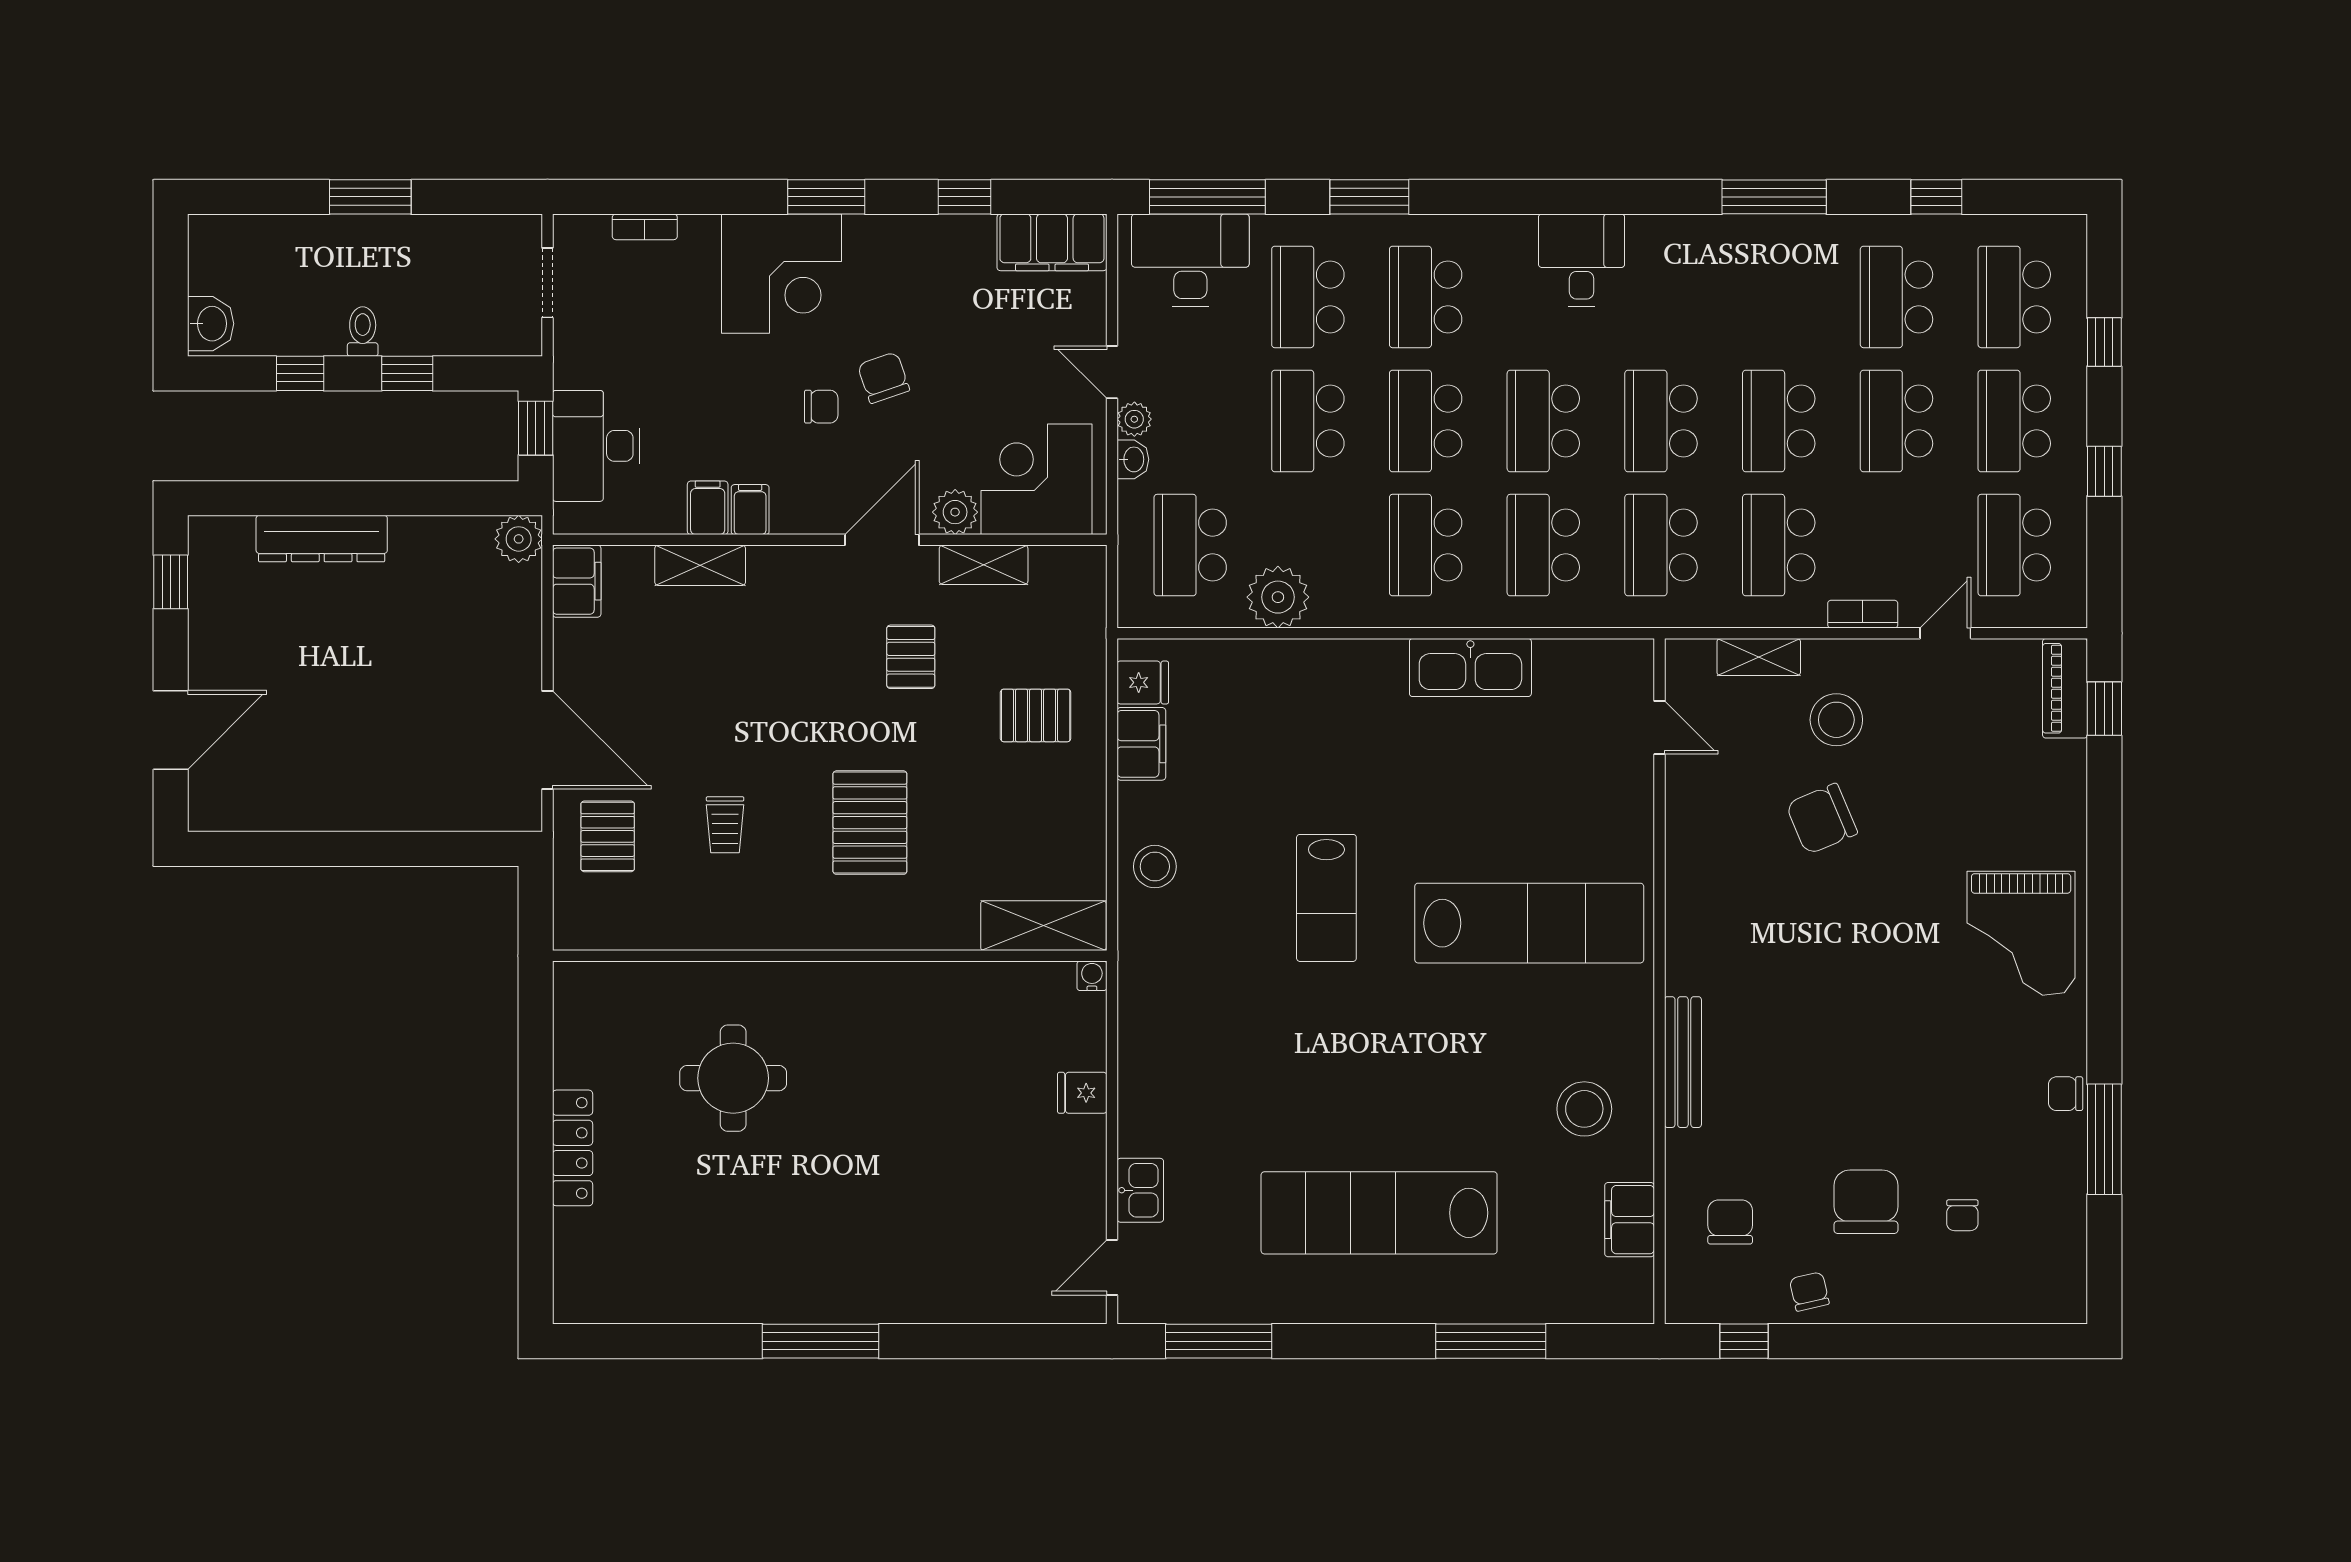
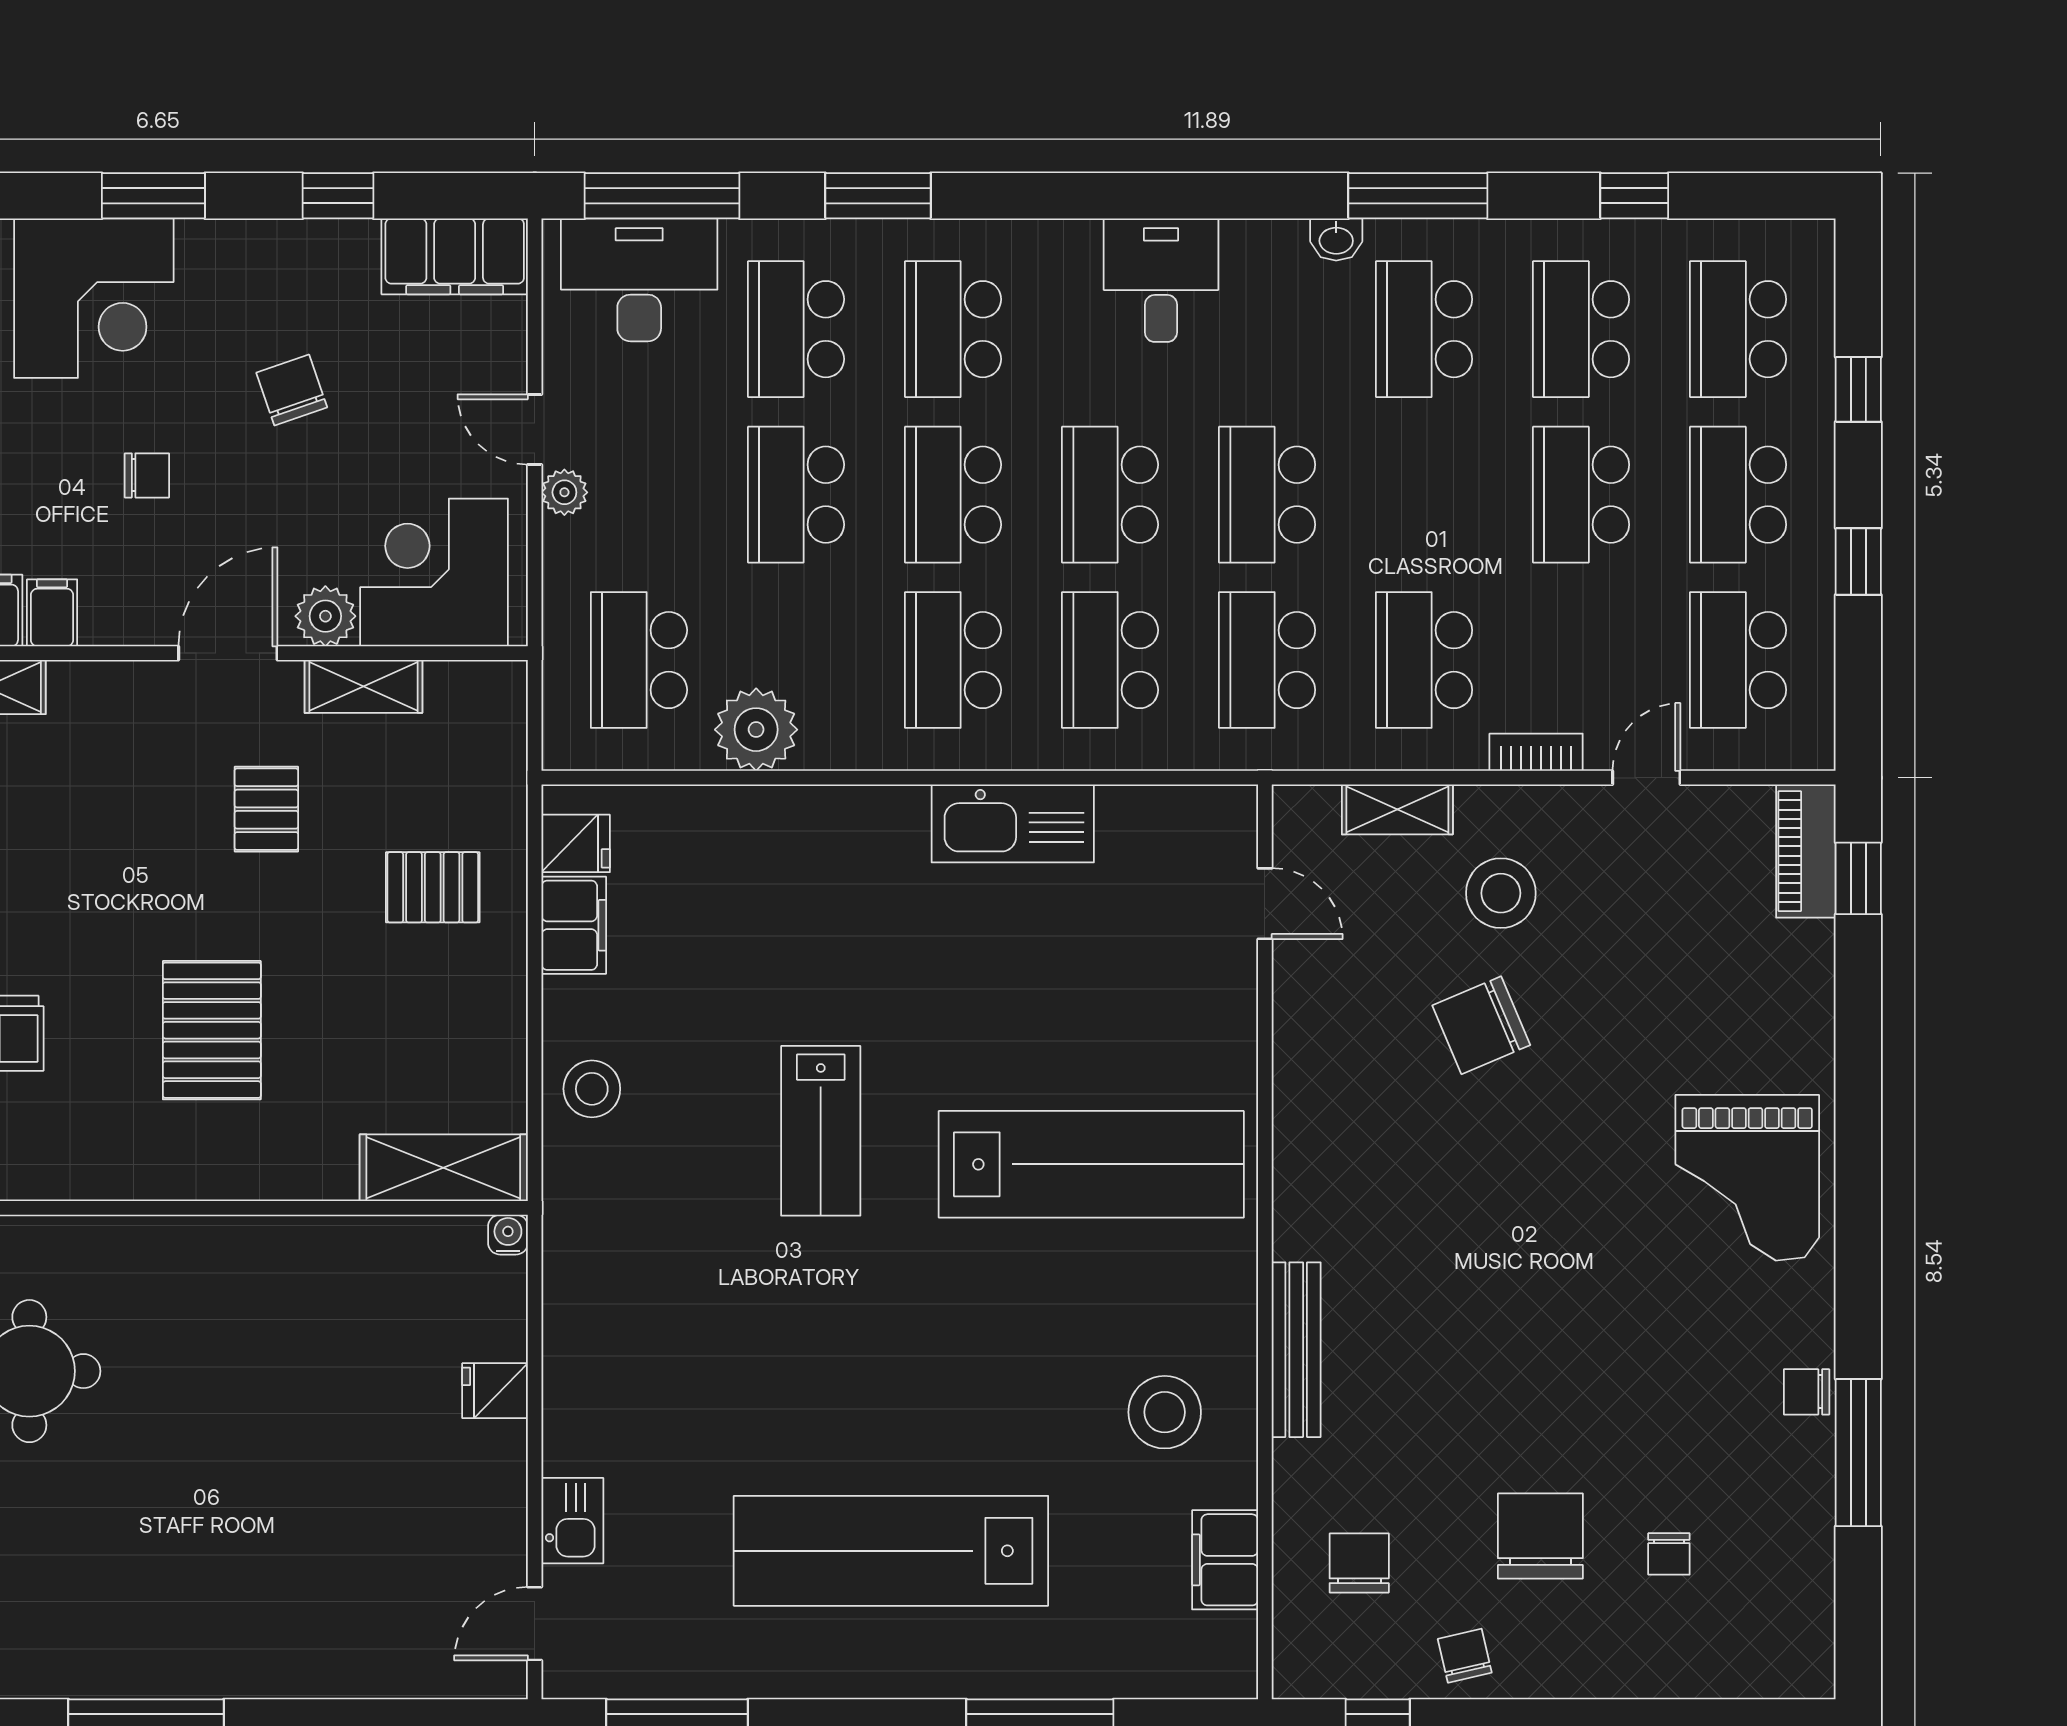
chair: (884, 378) -> (292, 390), moved
school desk: (1779, 421) -> (1424, 329), moved
washbasin: (1133, 459) -> (1336, 239), moved, turned 90

